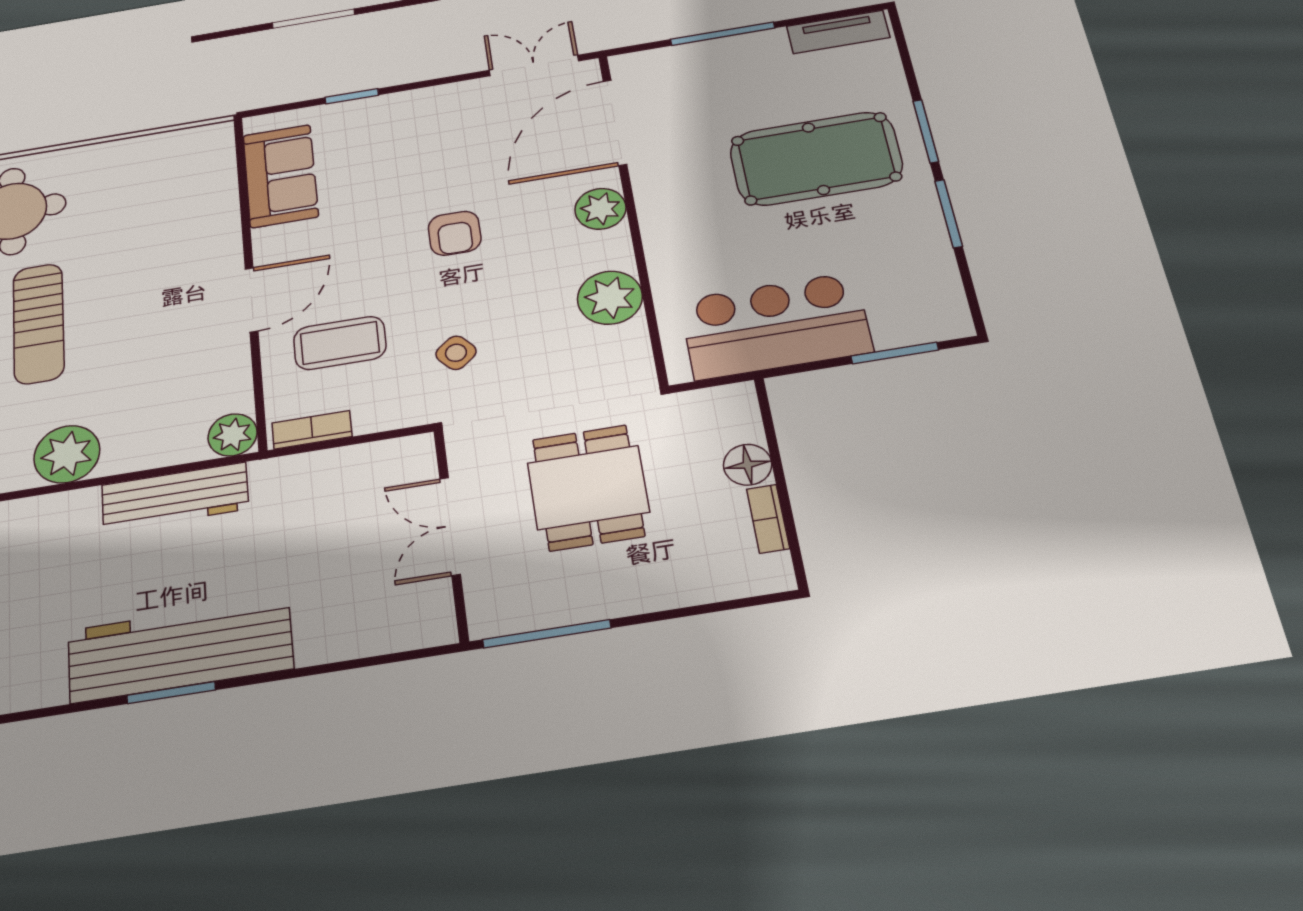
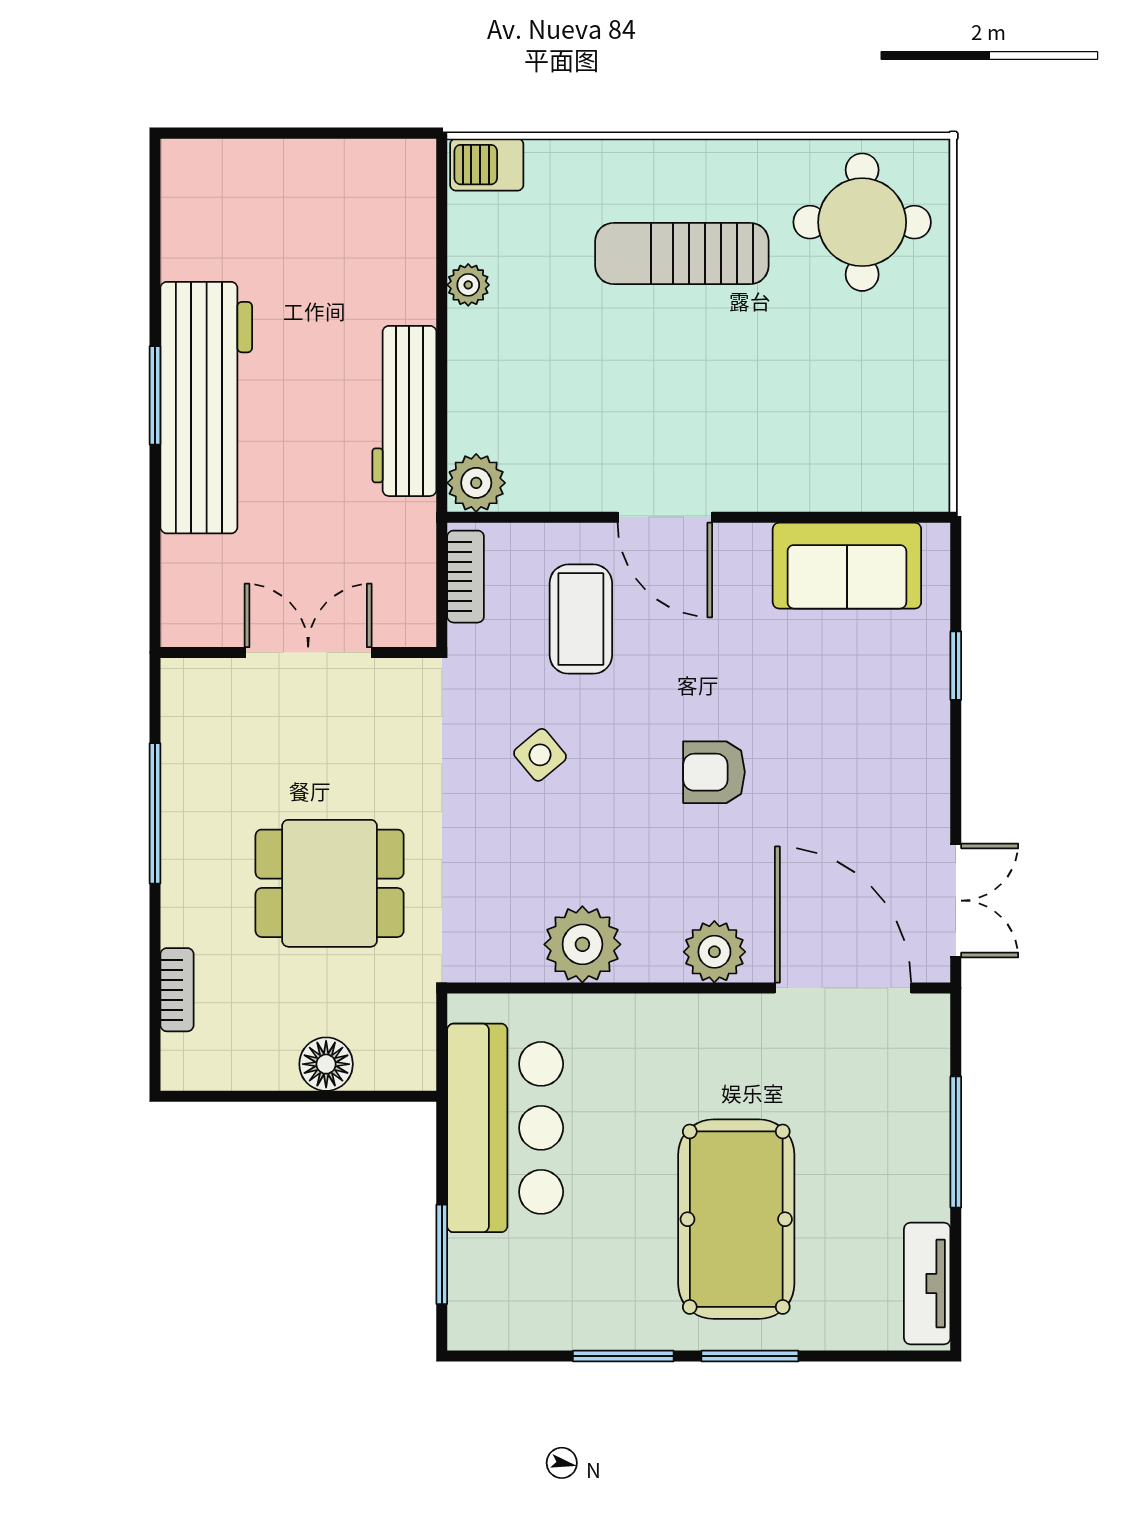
plant: (67, 454) -> (468, 285), width x0.53, depth x0.53
bookcase: (768, 519) -> (177, 990), moved, turned 90
double door: (450, 526) -> (308, 653), moved
wall: (451, 534) -> (298, 653), moved

